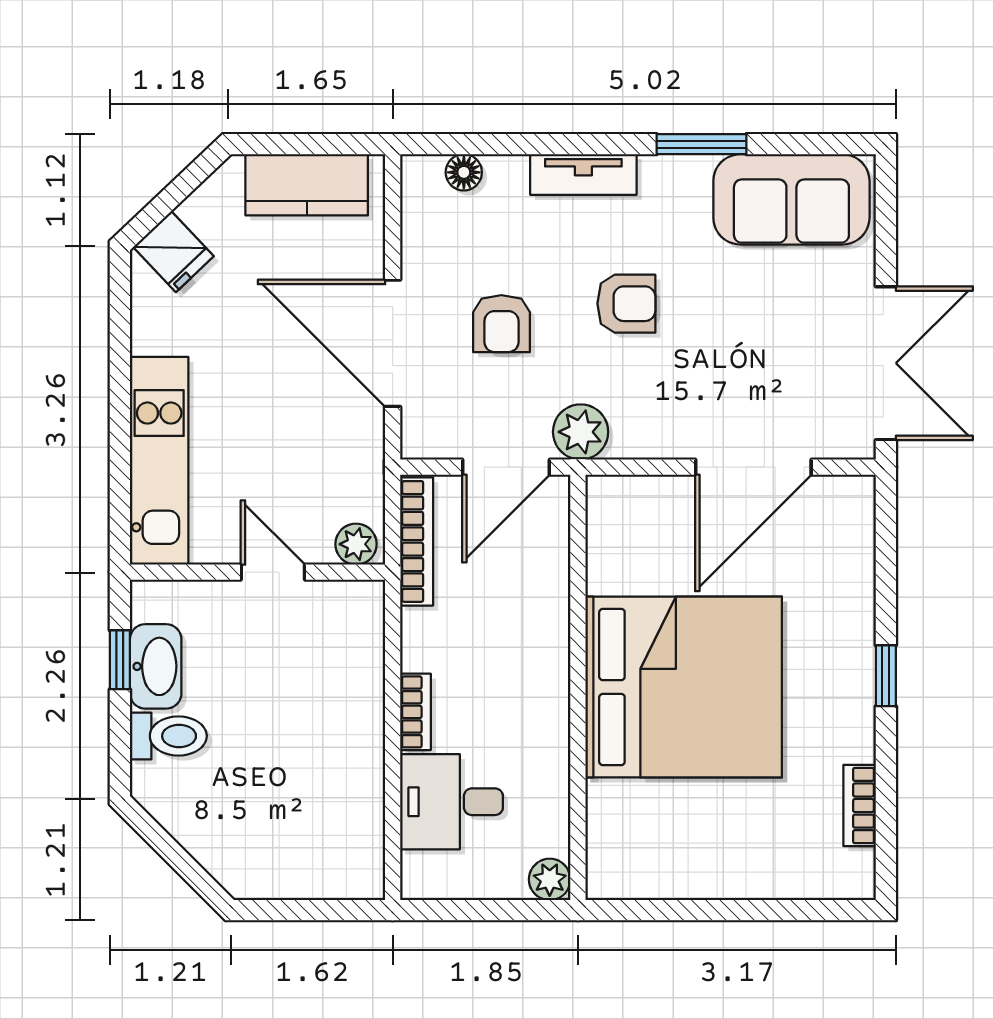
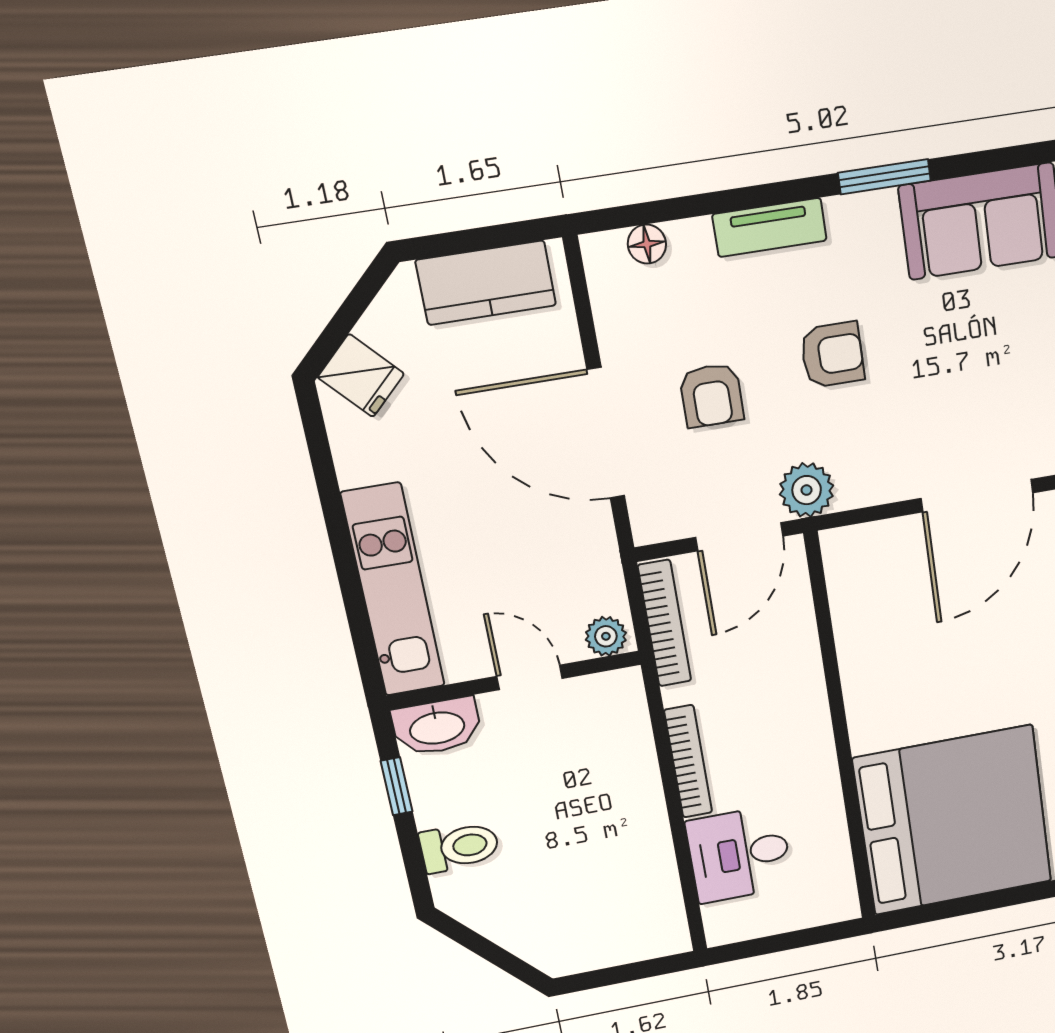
washbasin: (156, 666) -> (437, 727), moved, turned 90
bed: (684, 687) -> (953, 820), moved
bookcase: (415, 712) -> (688, 761), width x1.56
plant: (550, 879) -> (841, 904), removed

